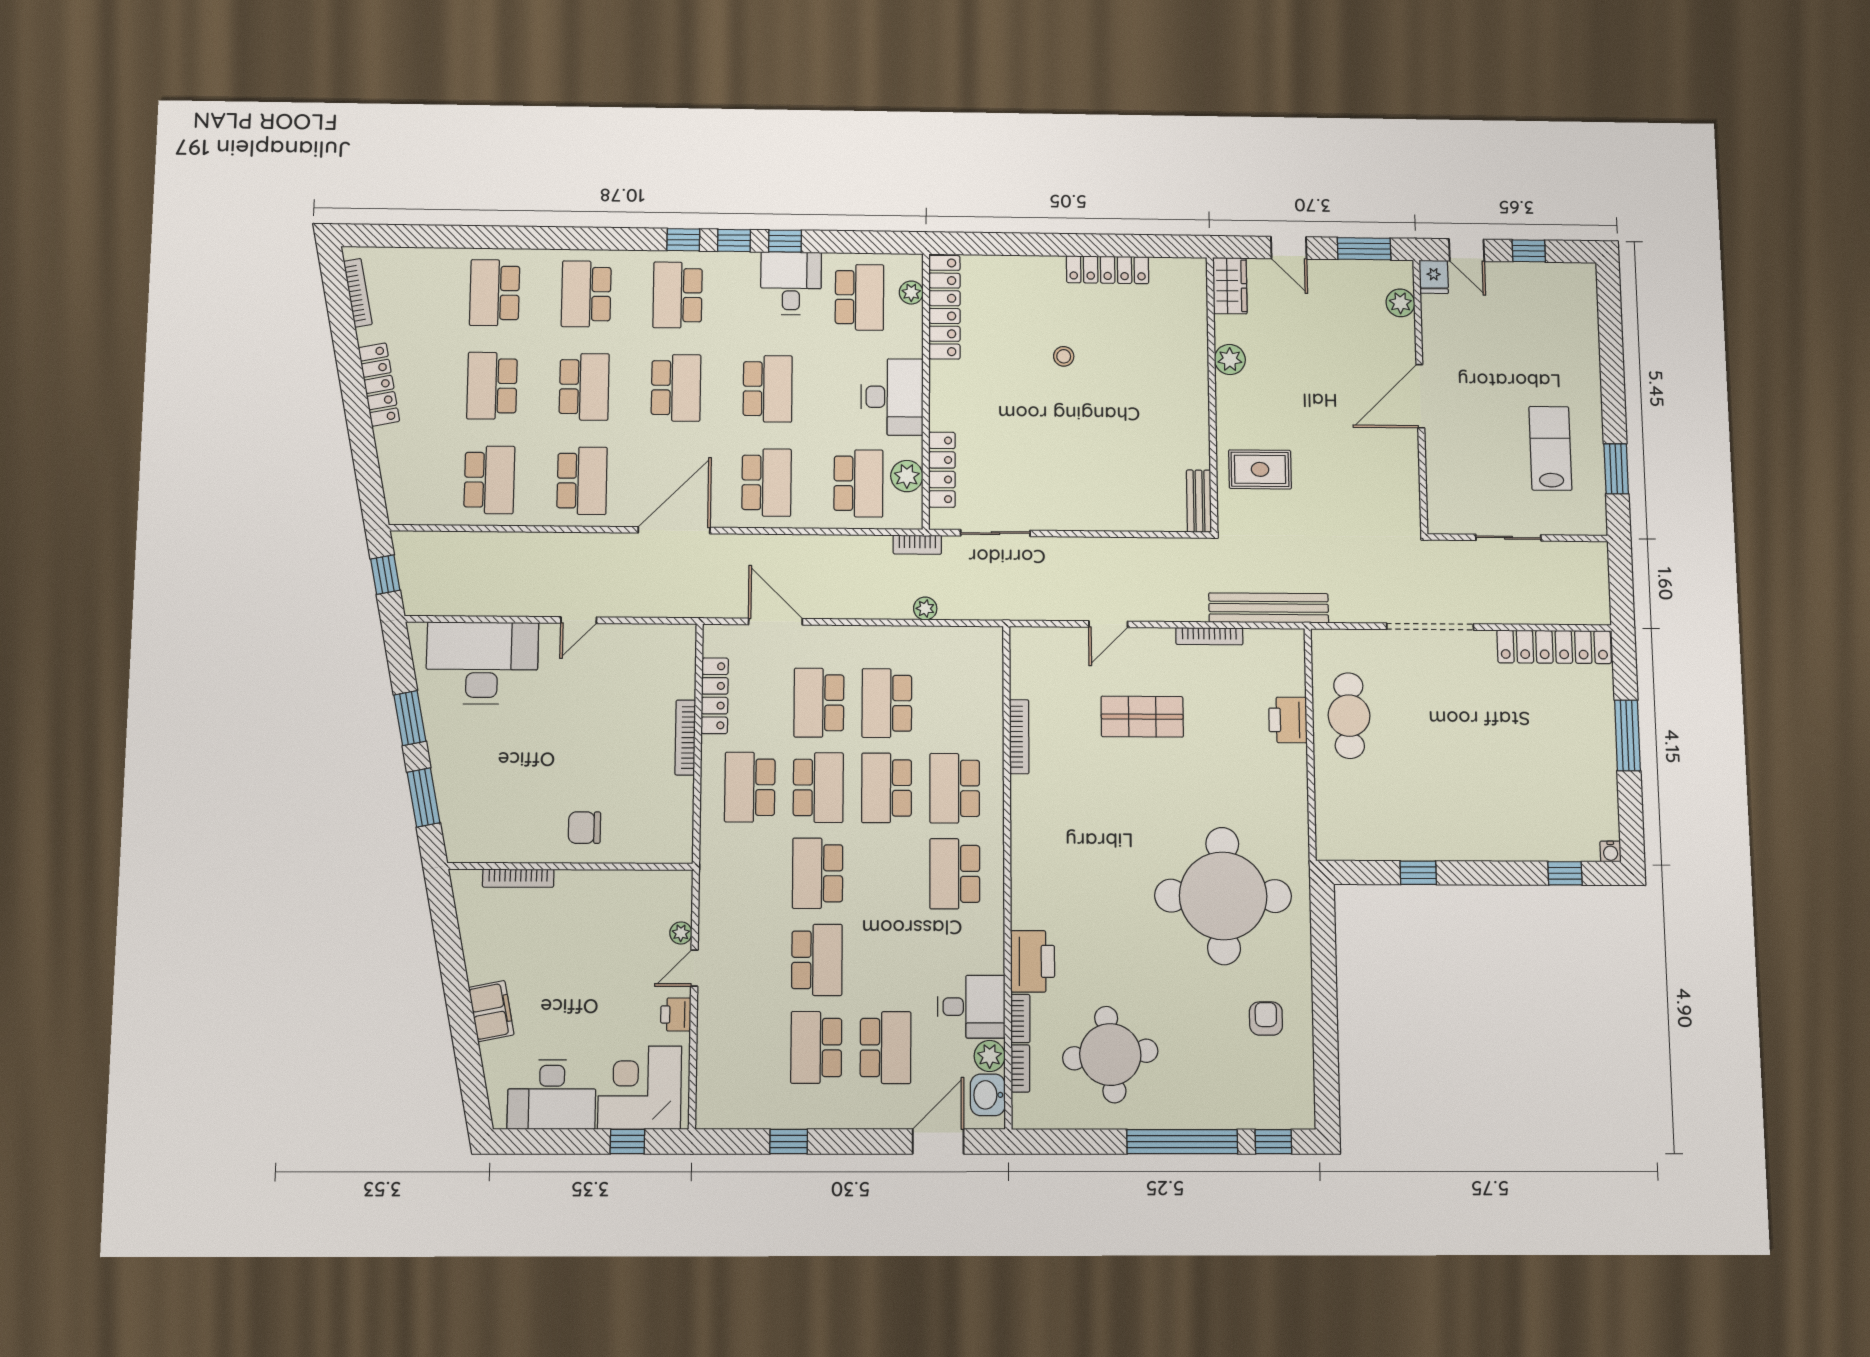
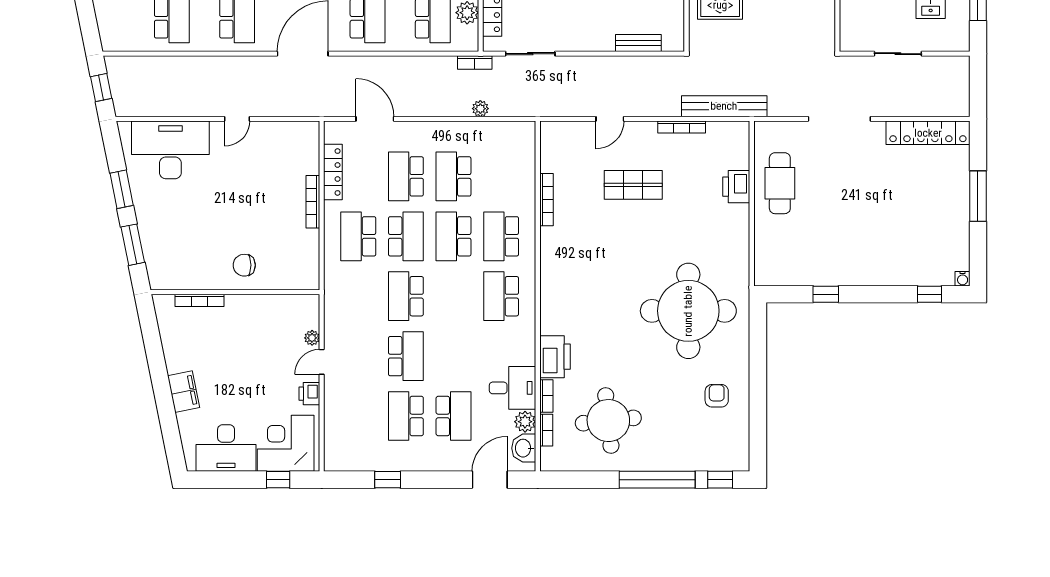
bench: (1199, 501) -> (638, 43), moved, turned 90

